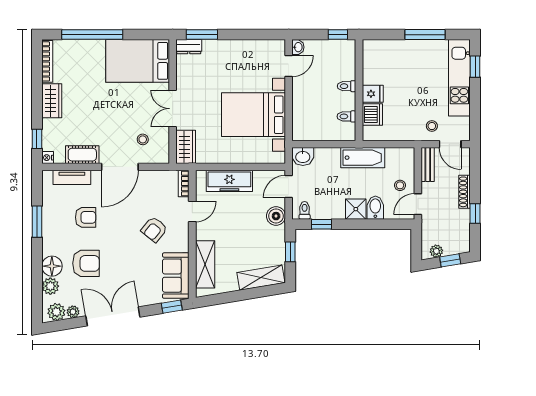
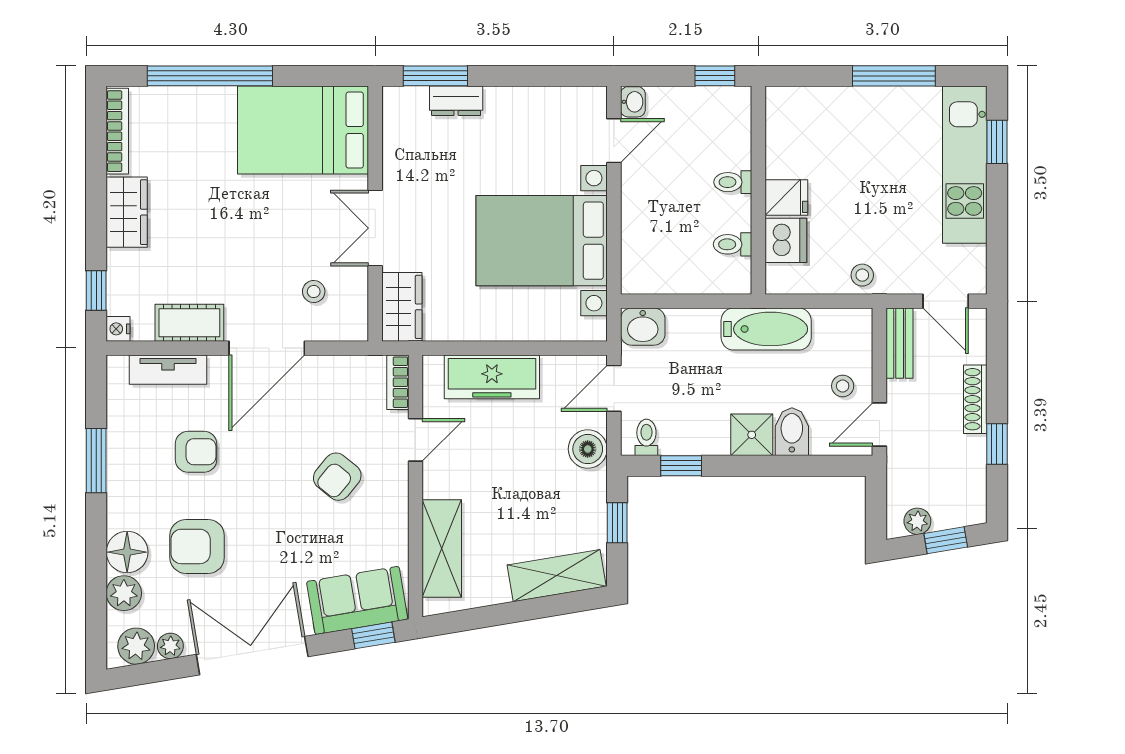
dresser: (189, 47) -> (456, 101), moved
stool: (432, 126) -> (862, 275), moved
armchair: (86, 263) -> (197, 546), turned 180
sofa: (176, 276) -> (357, 600), moved, turned 81

